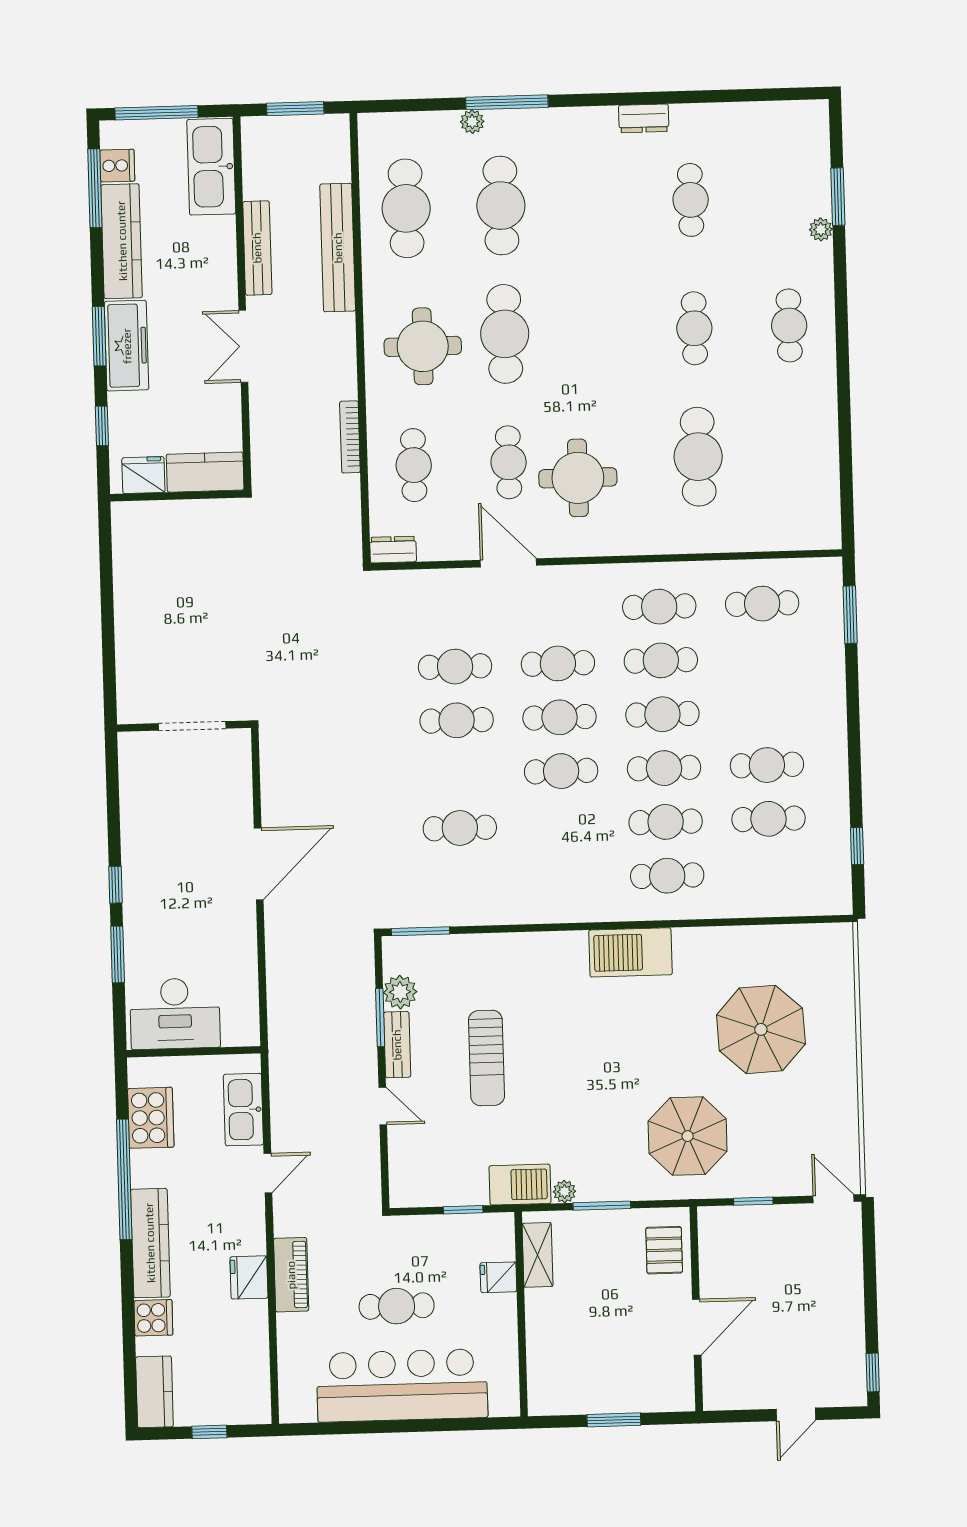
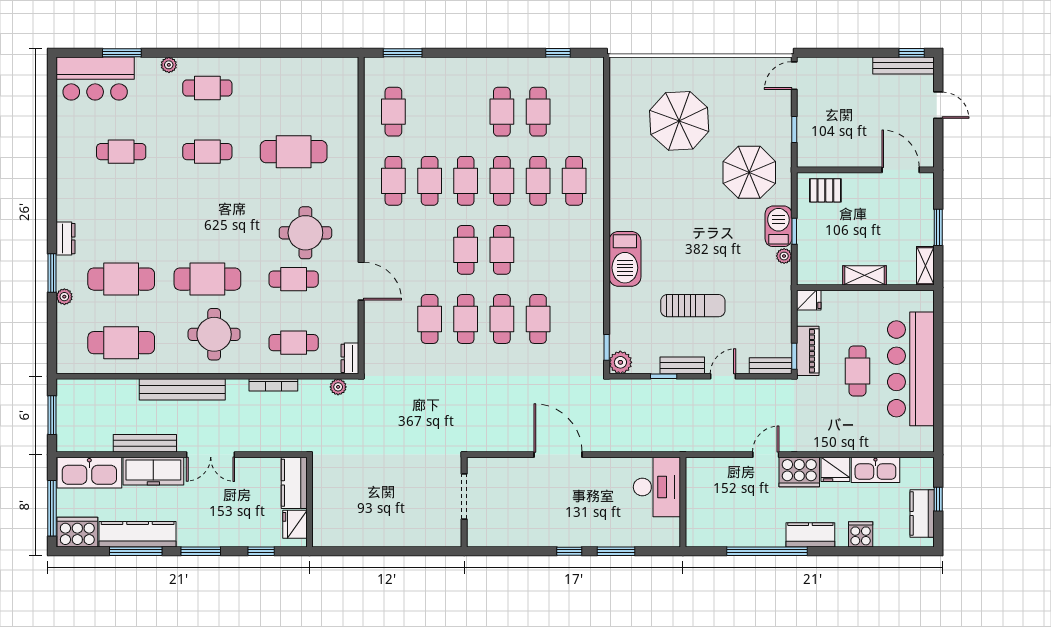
window: (507, 102) -> (52, 273), width x0.69
dresser: (644, 118) -> (66, 239), moved
bar counter: (798, 158) -> (95, 79), added
cooker: (117, 166) -> (77, 532), width x1.87, depth x1.31
window: (95, 188) -> (136, 551), moved
plant: (821, 229) -> (169, 65), moved
bench: (338, 248) -> (182, 389), moved
freezer: (127, 346) -> (153, 471), moved, turned 180
plant: (350, 533) -> (338, 387), added
door: (508, 563) -> (361, 281), swing flipped
cafe table: (558, 663) -> (502, 319), moved
window: (420, 931) -> (607, 347), width x0.67
barbecue: (630, 952) -> (625, 259), moved
plant: (400, 992) -> (620, 362), moved
desk: (175, 1014) -> (657, 487), moved
window: (380, 1018) -> (664, 376), width x0.67
kitchen sink: (243, 1110) -> (875, 470), moved
cooker: (151, 1118) -> (799, 472), moved, turned 180
door: (268, 1173) -> (766, 455), hinge flipped
bench: (401, 1176) -> (771, 366), added
barbecue: (520, 1185) -> (778, 226), moved
window: (602, 1206) -> (794, 231), width x0.67
window: (463, 1210) -> (794, 356), moved
kitchen counter: (150, 1243) -> (810, 535), width x0.67
shelving: (538, 1255) -> (864, 275), moved
piano: (291, 1275) -> (808, 351), moved, turned 90
fridge: (498, 1277) -> (809, 300), moved, turned -90
door: (697, 1327) -> (901, 170), moved
bench: (853, 1361) -> (903, 66), added
kitchen counter: (154, 1392) -> (922, 513), moved, turned -90
shelving: (556, 1402) -> (925, 266), added

